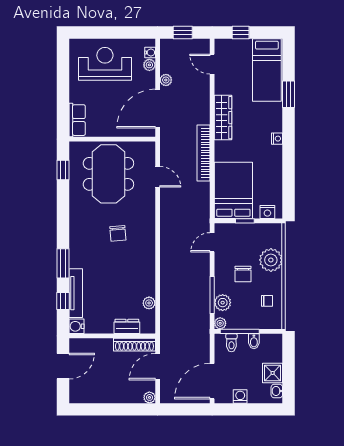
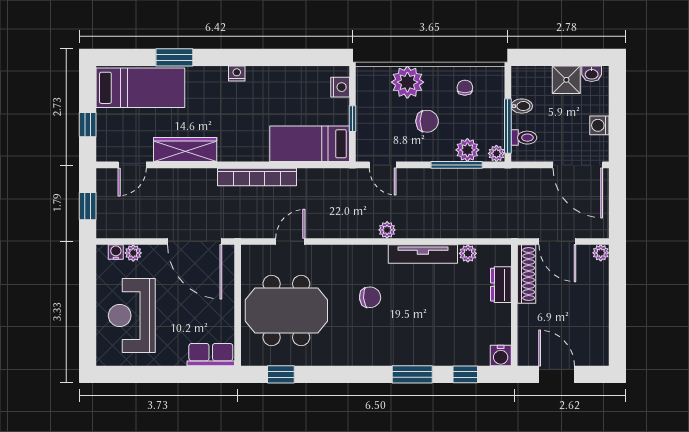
plant: (166, 80) -> (387, 230), moved
wardrobe: (223, 118) -> (185, 149), moved
bed: (233, 190) -> (310, 144), width x0.67
tv unit: (76, 293) -> (423, 254), moved, turned 180

